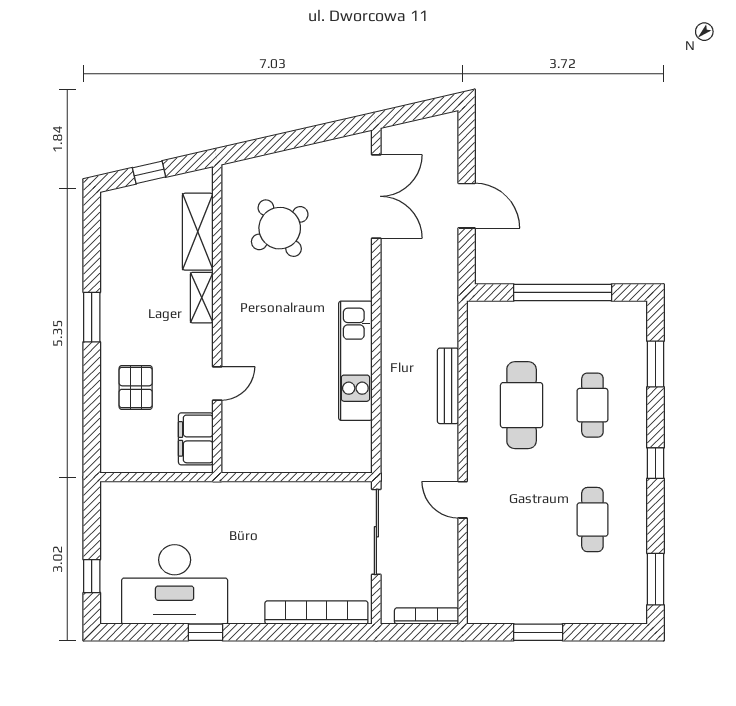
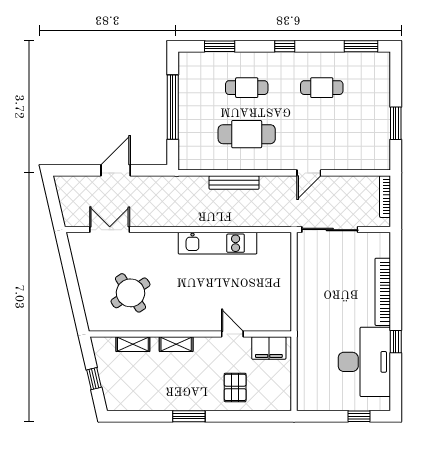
double door: (376, 196) -> (110, 230), width x0.73
shelving: (198, 232) -> (133, 344), width x0.67, depth x0.75
pallet: (136, 388) -> (235, 387), turned 90
bookcase: (316, 613) -> (383, 292), moved

